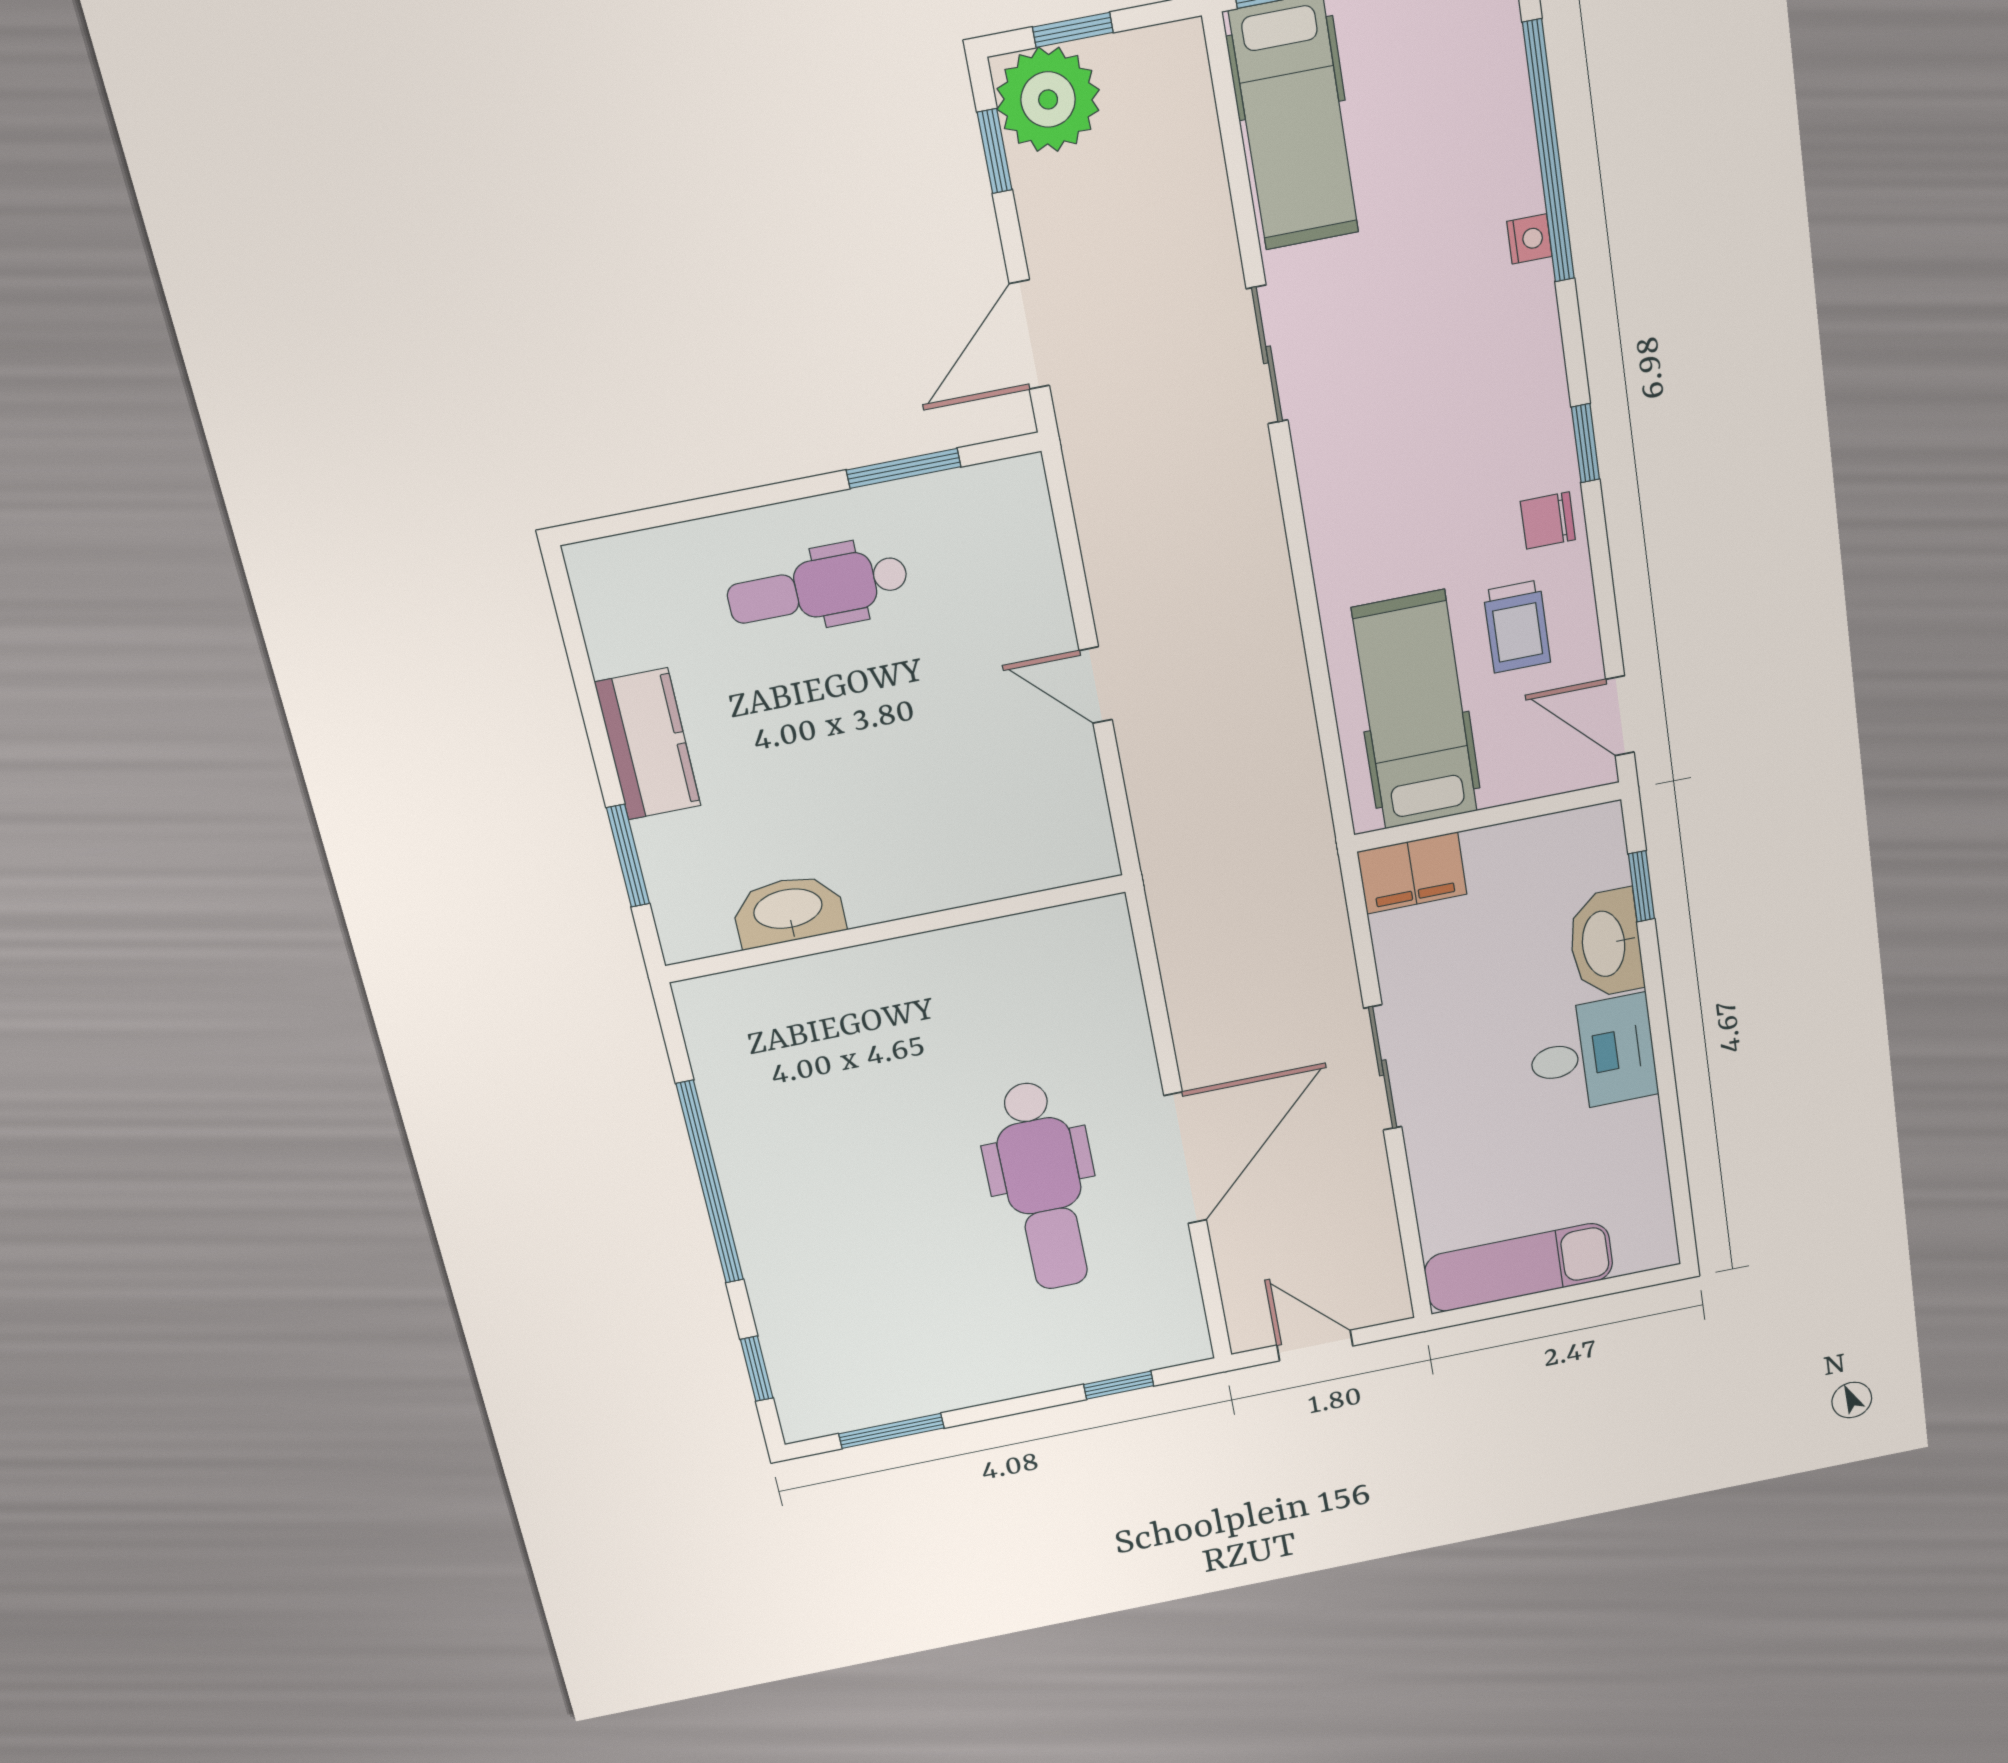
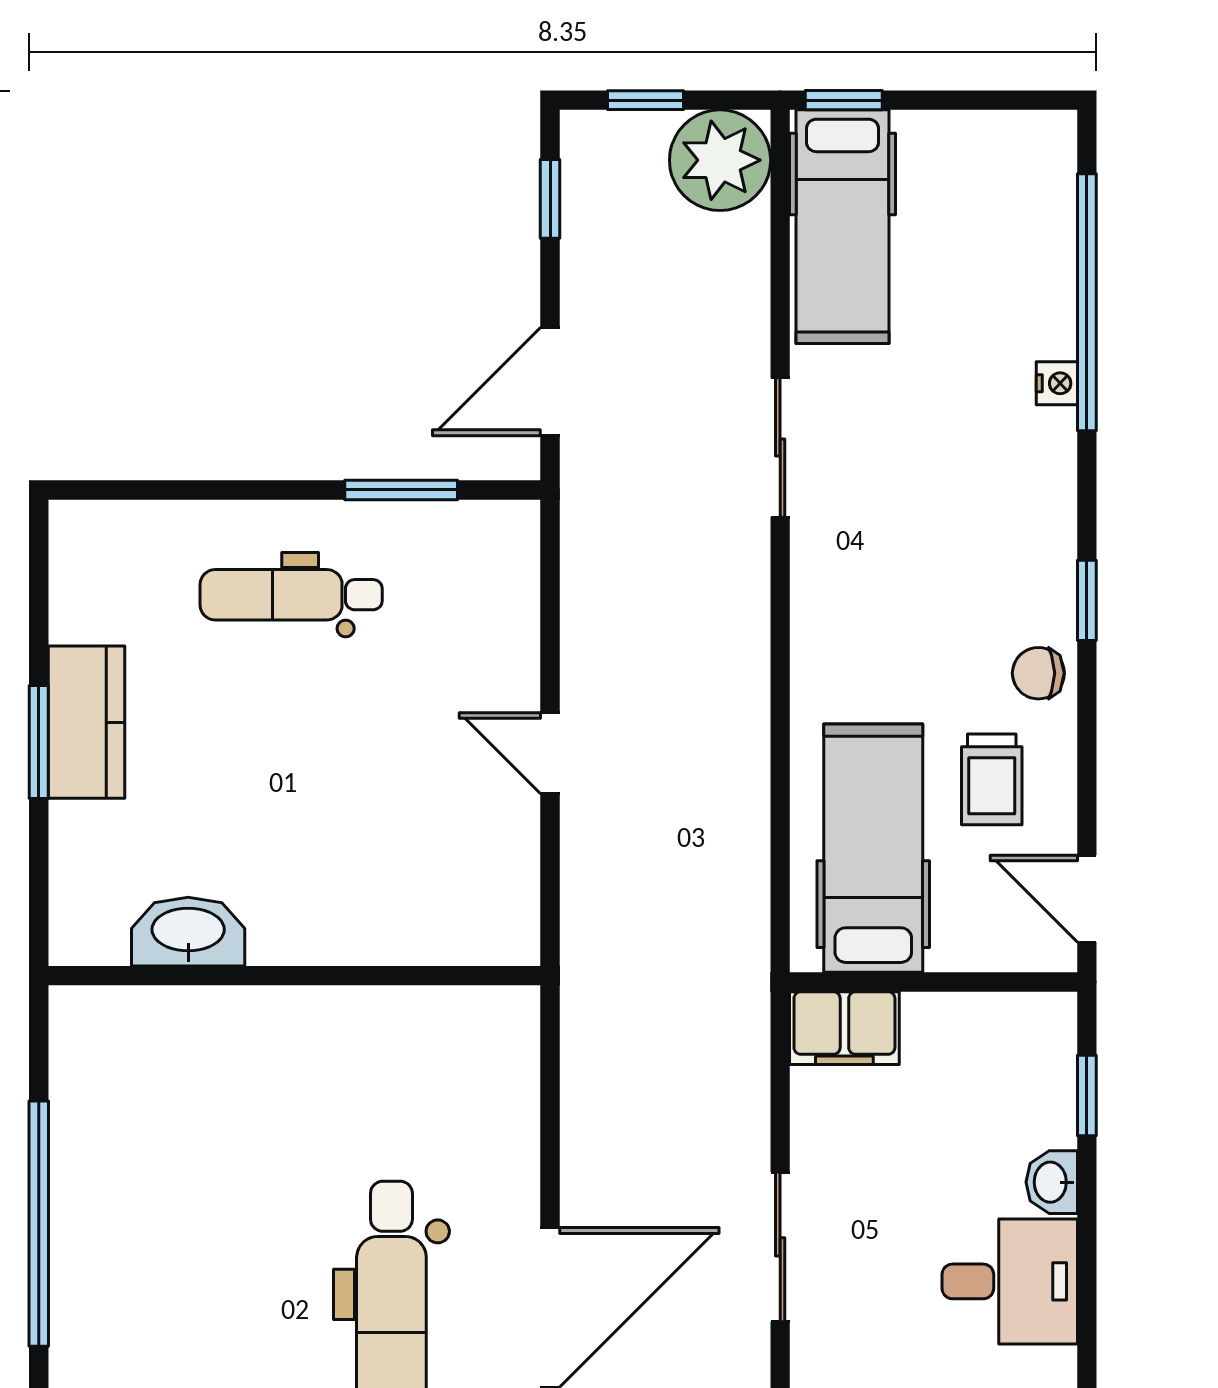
plant: (1048, 99) -> (720, 160), moved
window: (628, 856) -> (39, 742), moved
washbasin: (1606, 944) -> (1052, 1182), width x0.52, depth x0.69

